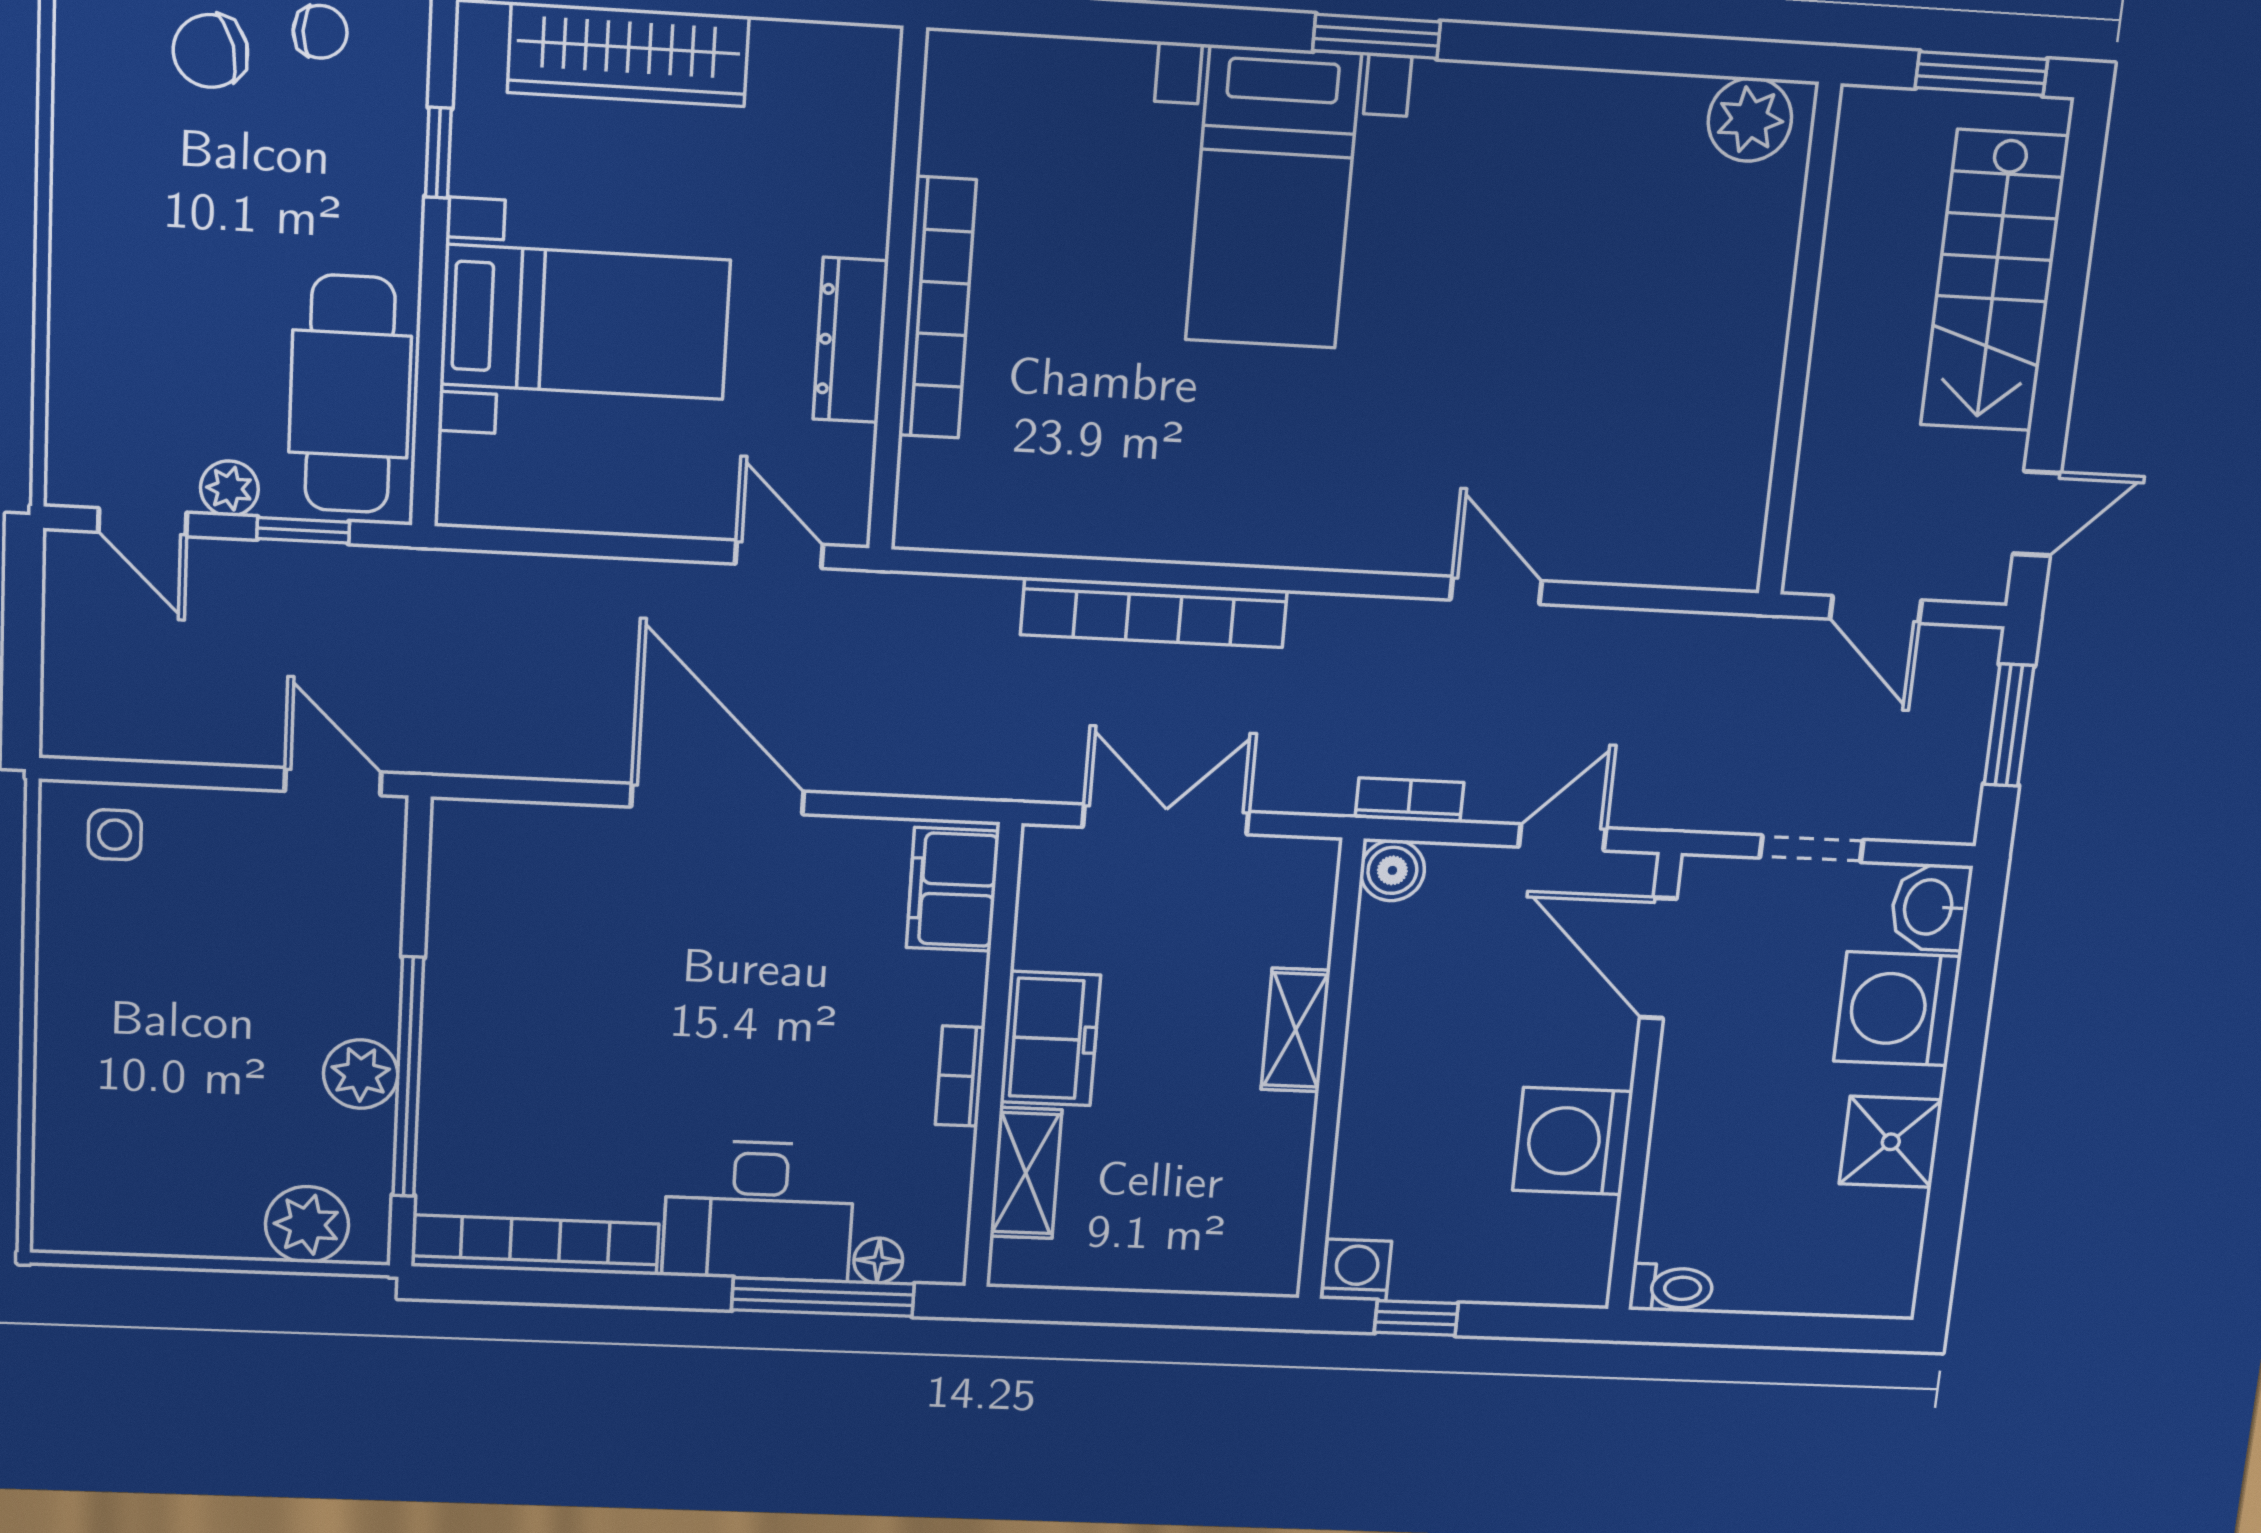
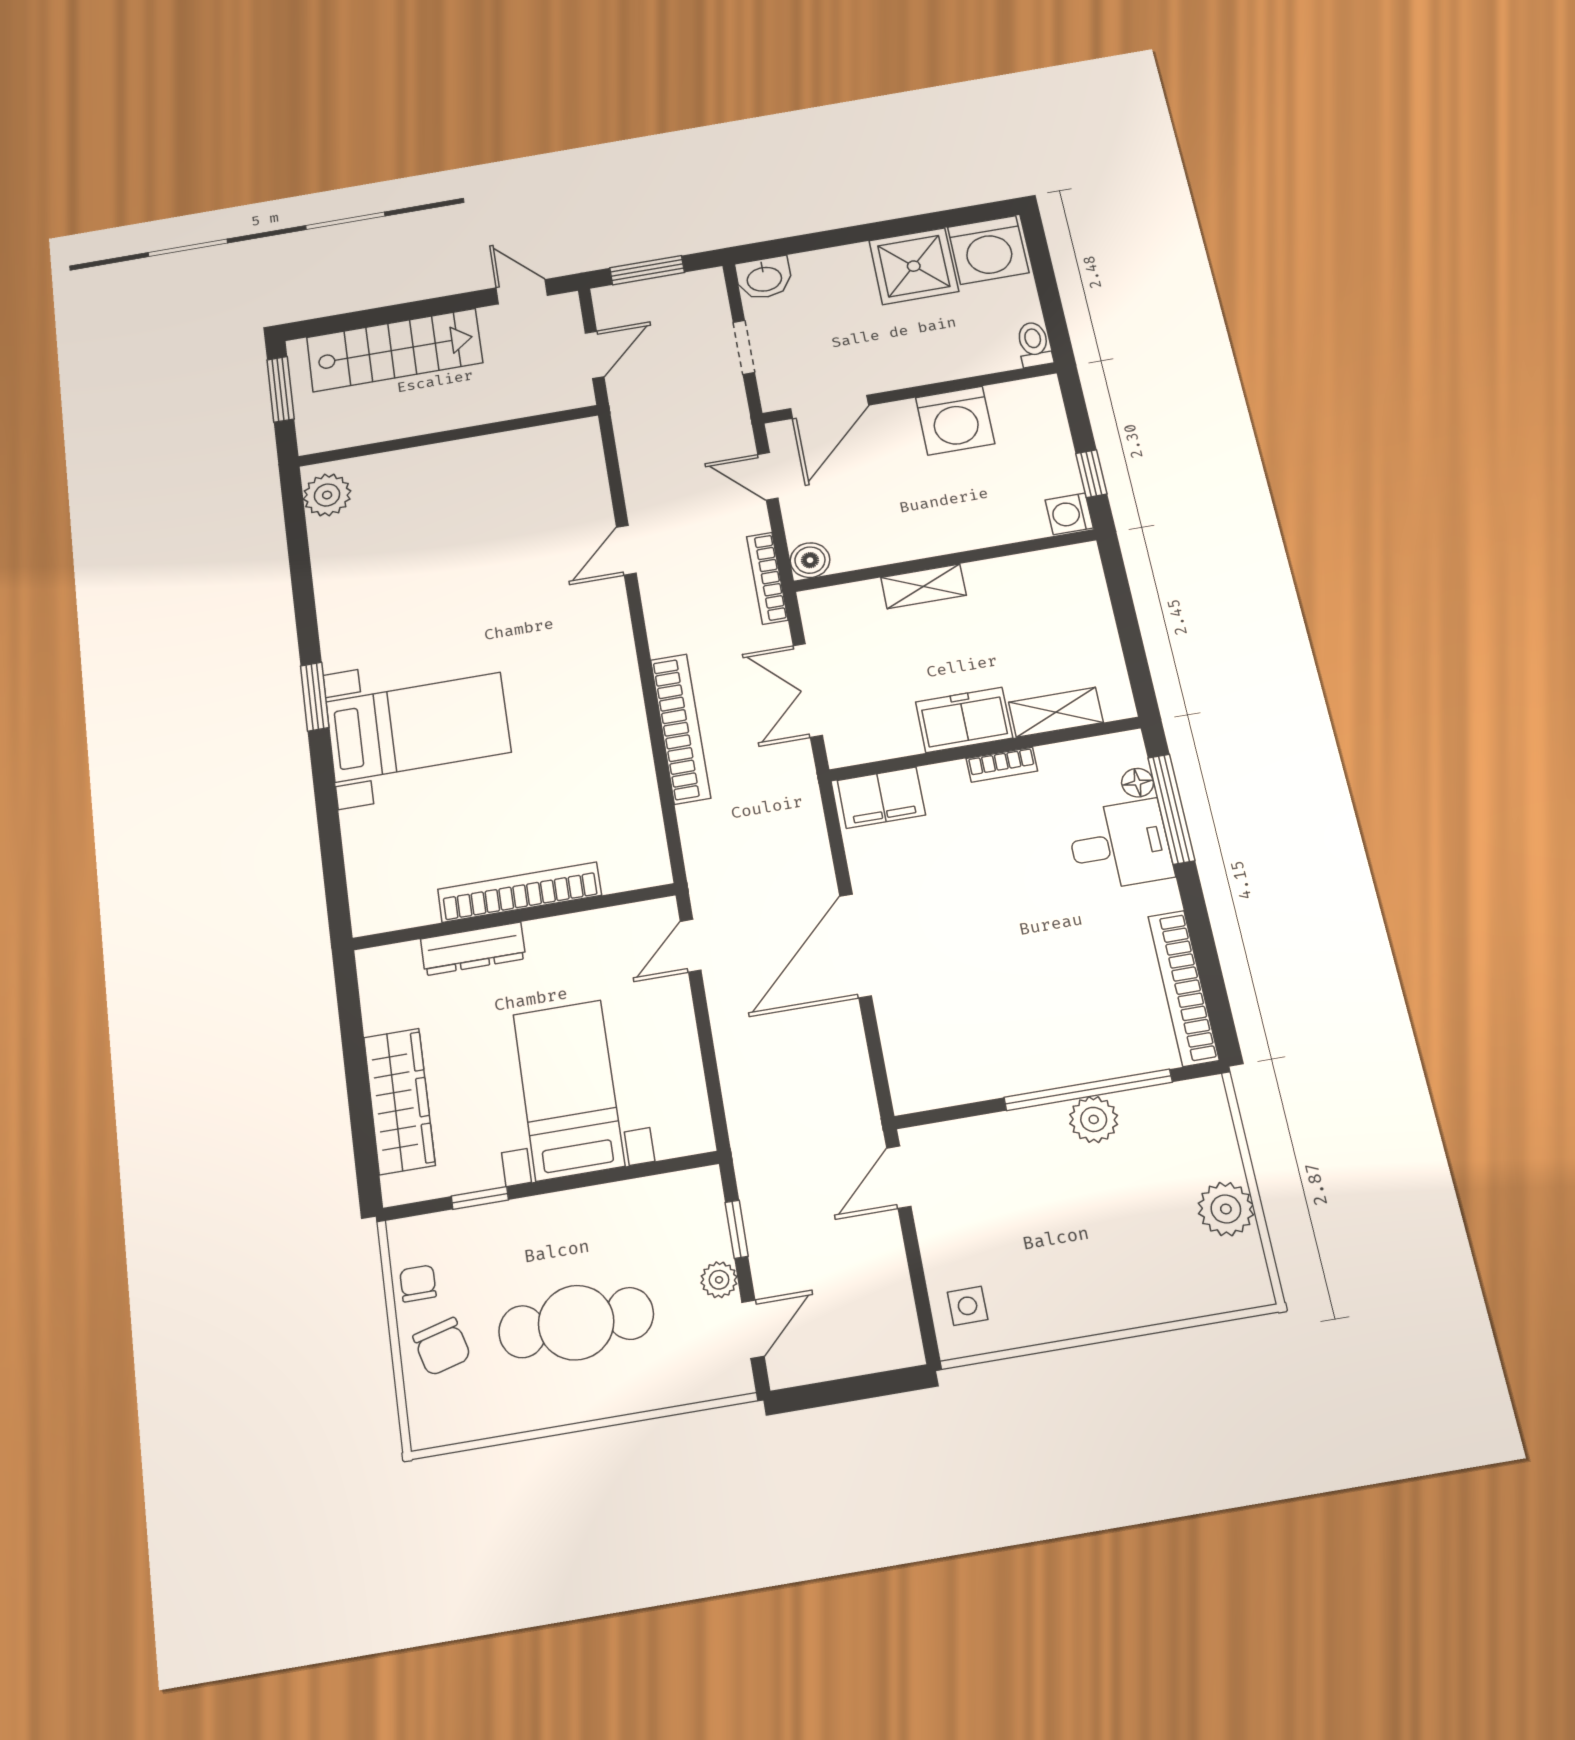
dresser: (851, 340) -> (473, 949), moved
cafe table: (350, 394) -> (576, 1323), moved
bookcase: (1409, 800) -> (767, 578), width x1.56
washing machine: (1897, 1009) -> (988, 250), moved
shower: (1891, 1142) -> (914, 266), width x1.36, depth x1.36
desk: (759, 1211) -> (1120, 845), width x0.73
plant: (307, 1224) -> (1226, 1209), moved

